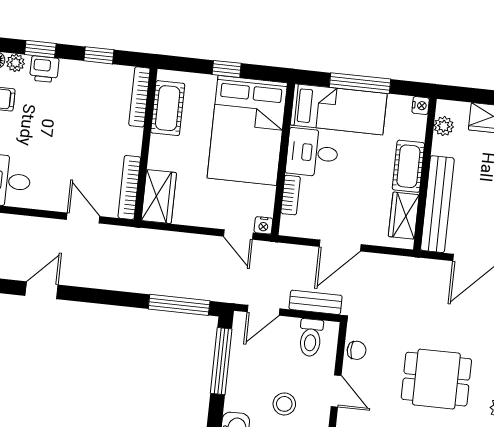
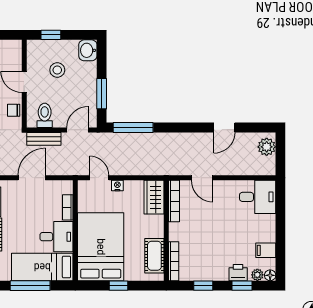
nightstand: (263, 225) -> (117, 186), moved
window: (221, 361) -> (102, 94), width x0.69

